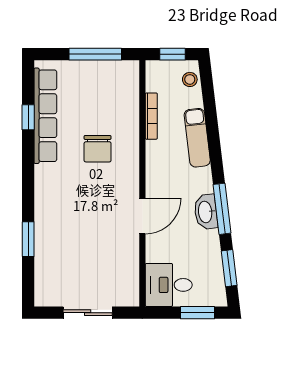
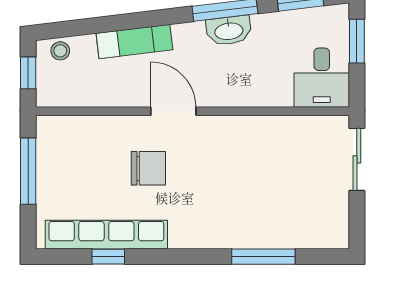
bookcase: (151, 116) -> (107, 100), removed
door: (142, 216) -> (173, 111), moved
window: (28, 239) -> (263, 257), width x1.44
sliding door: (88, 313) -> (357, 159), moved

